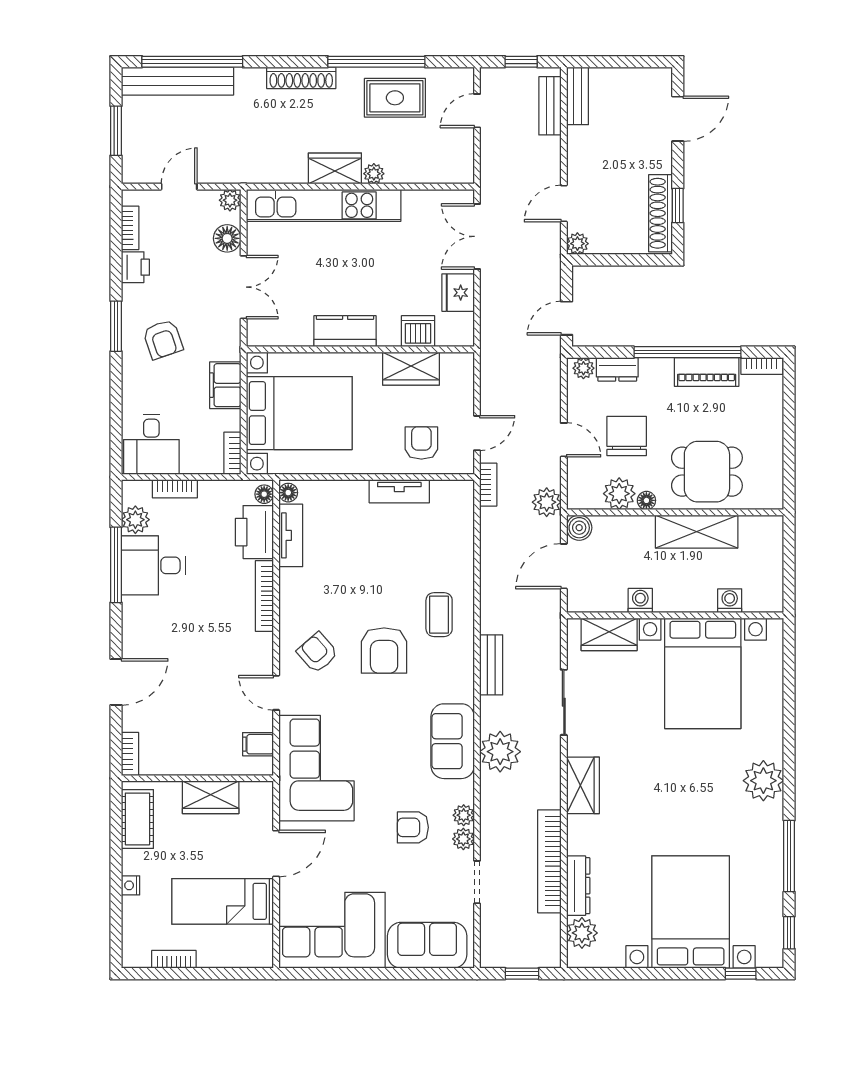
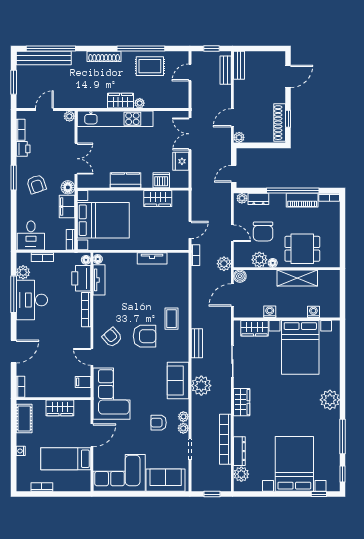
floor lamp: (227, 238) -> (68, 187), moved
chair: (627, 436) -> (263, 231), turned 180
armchair: (421, 443) -> (163, 235), removed
desk: (153, 565) -> (32, 300), width x1.37
armchair: (384, 650) -> (145, 336), turned -90

